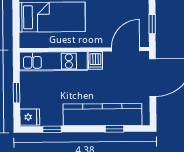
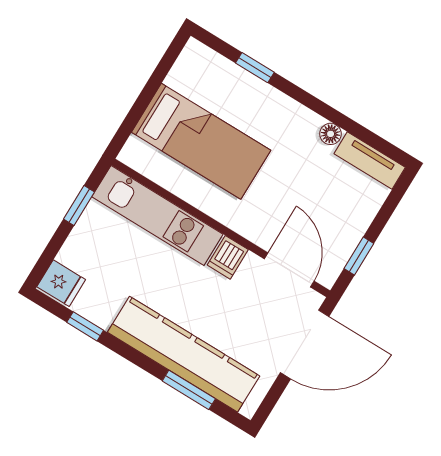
door: (126, 49) -> (289, 270), hinge flipped
window: (17, 93) -> (79, 206), moved
window: (114, 129) -> (189, 390), width x1.50

